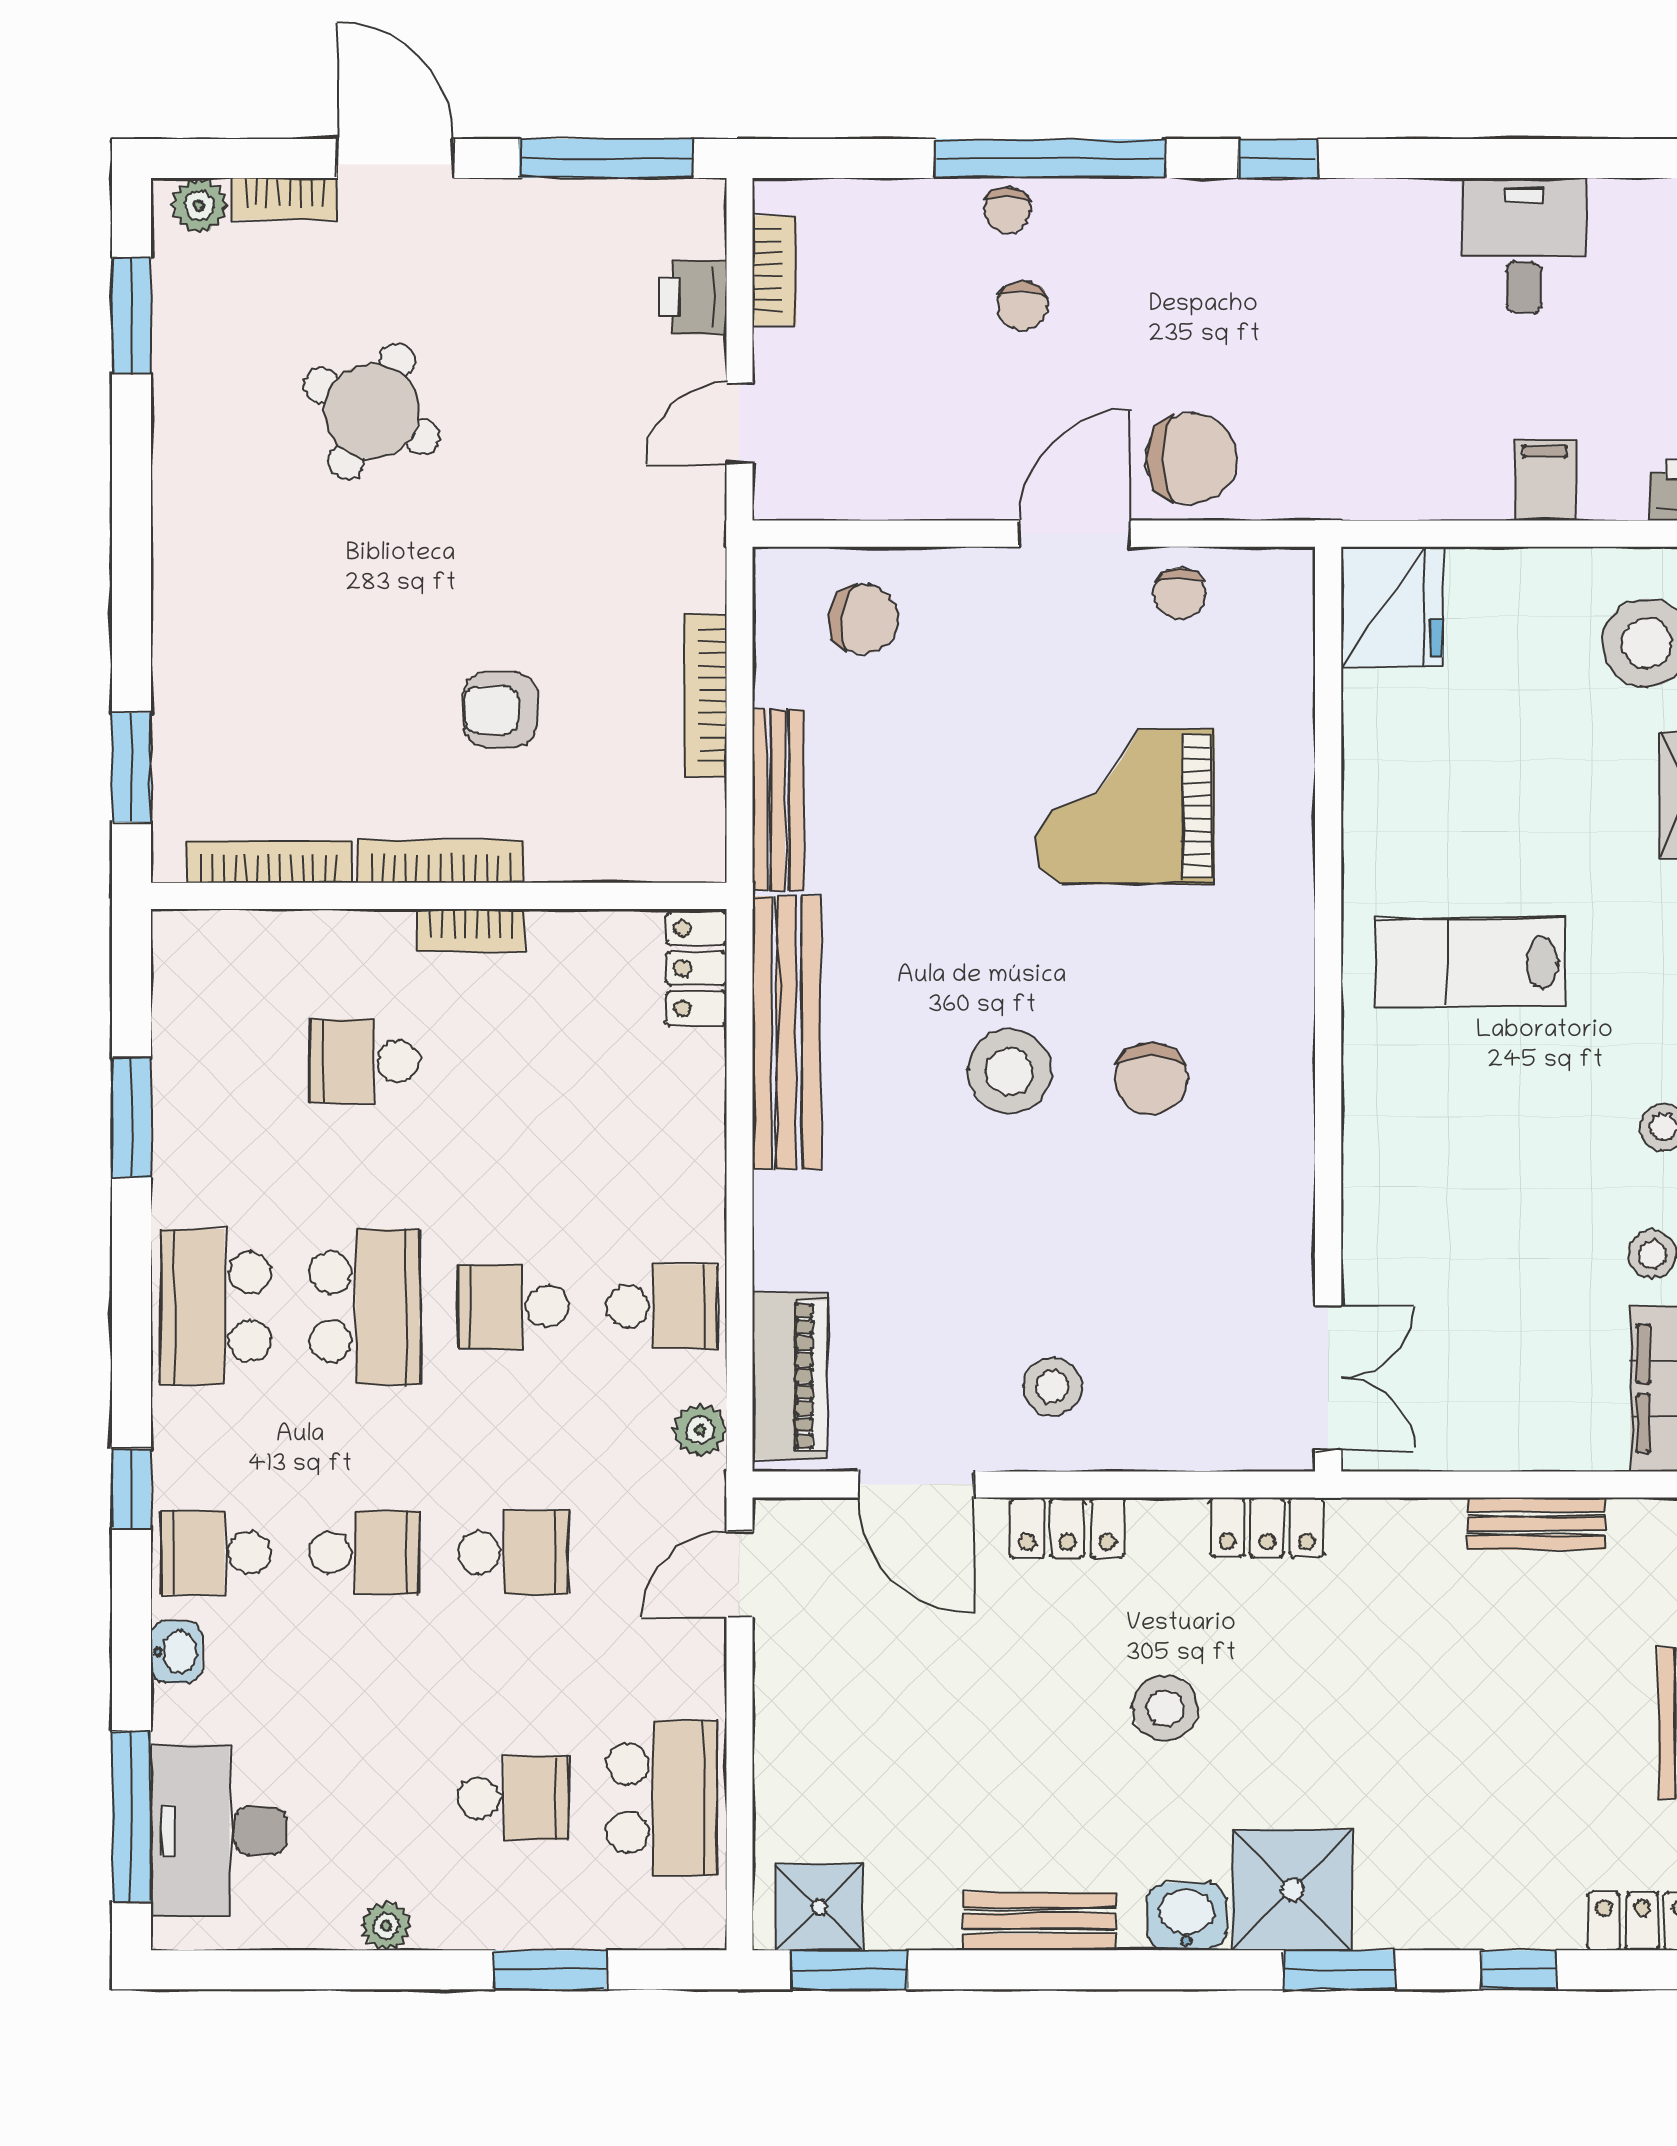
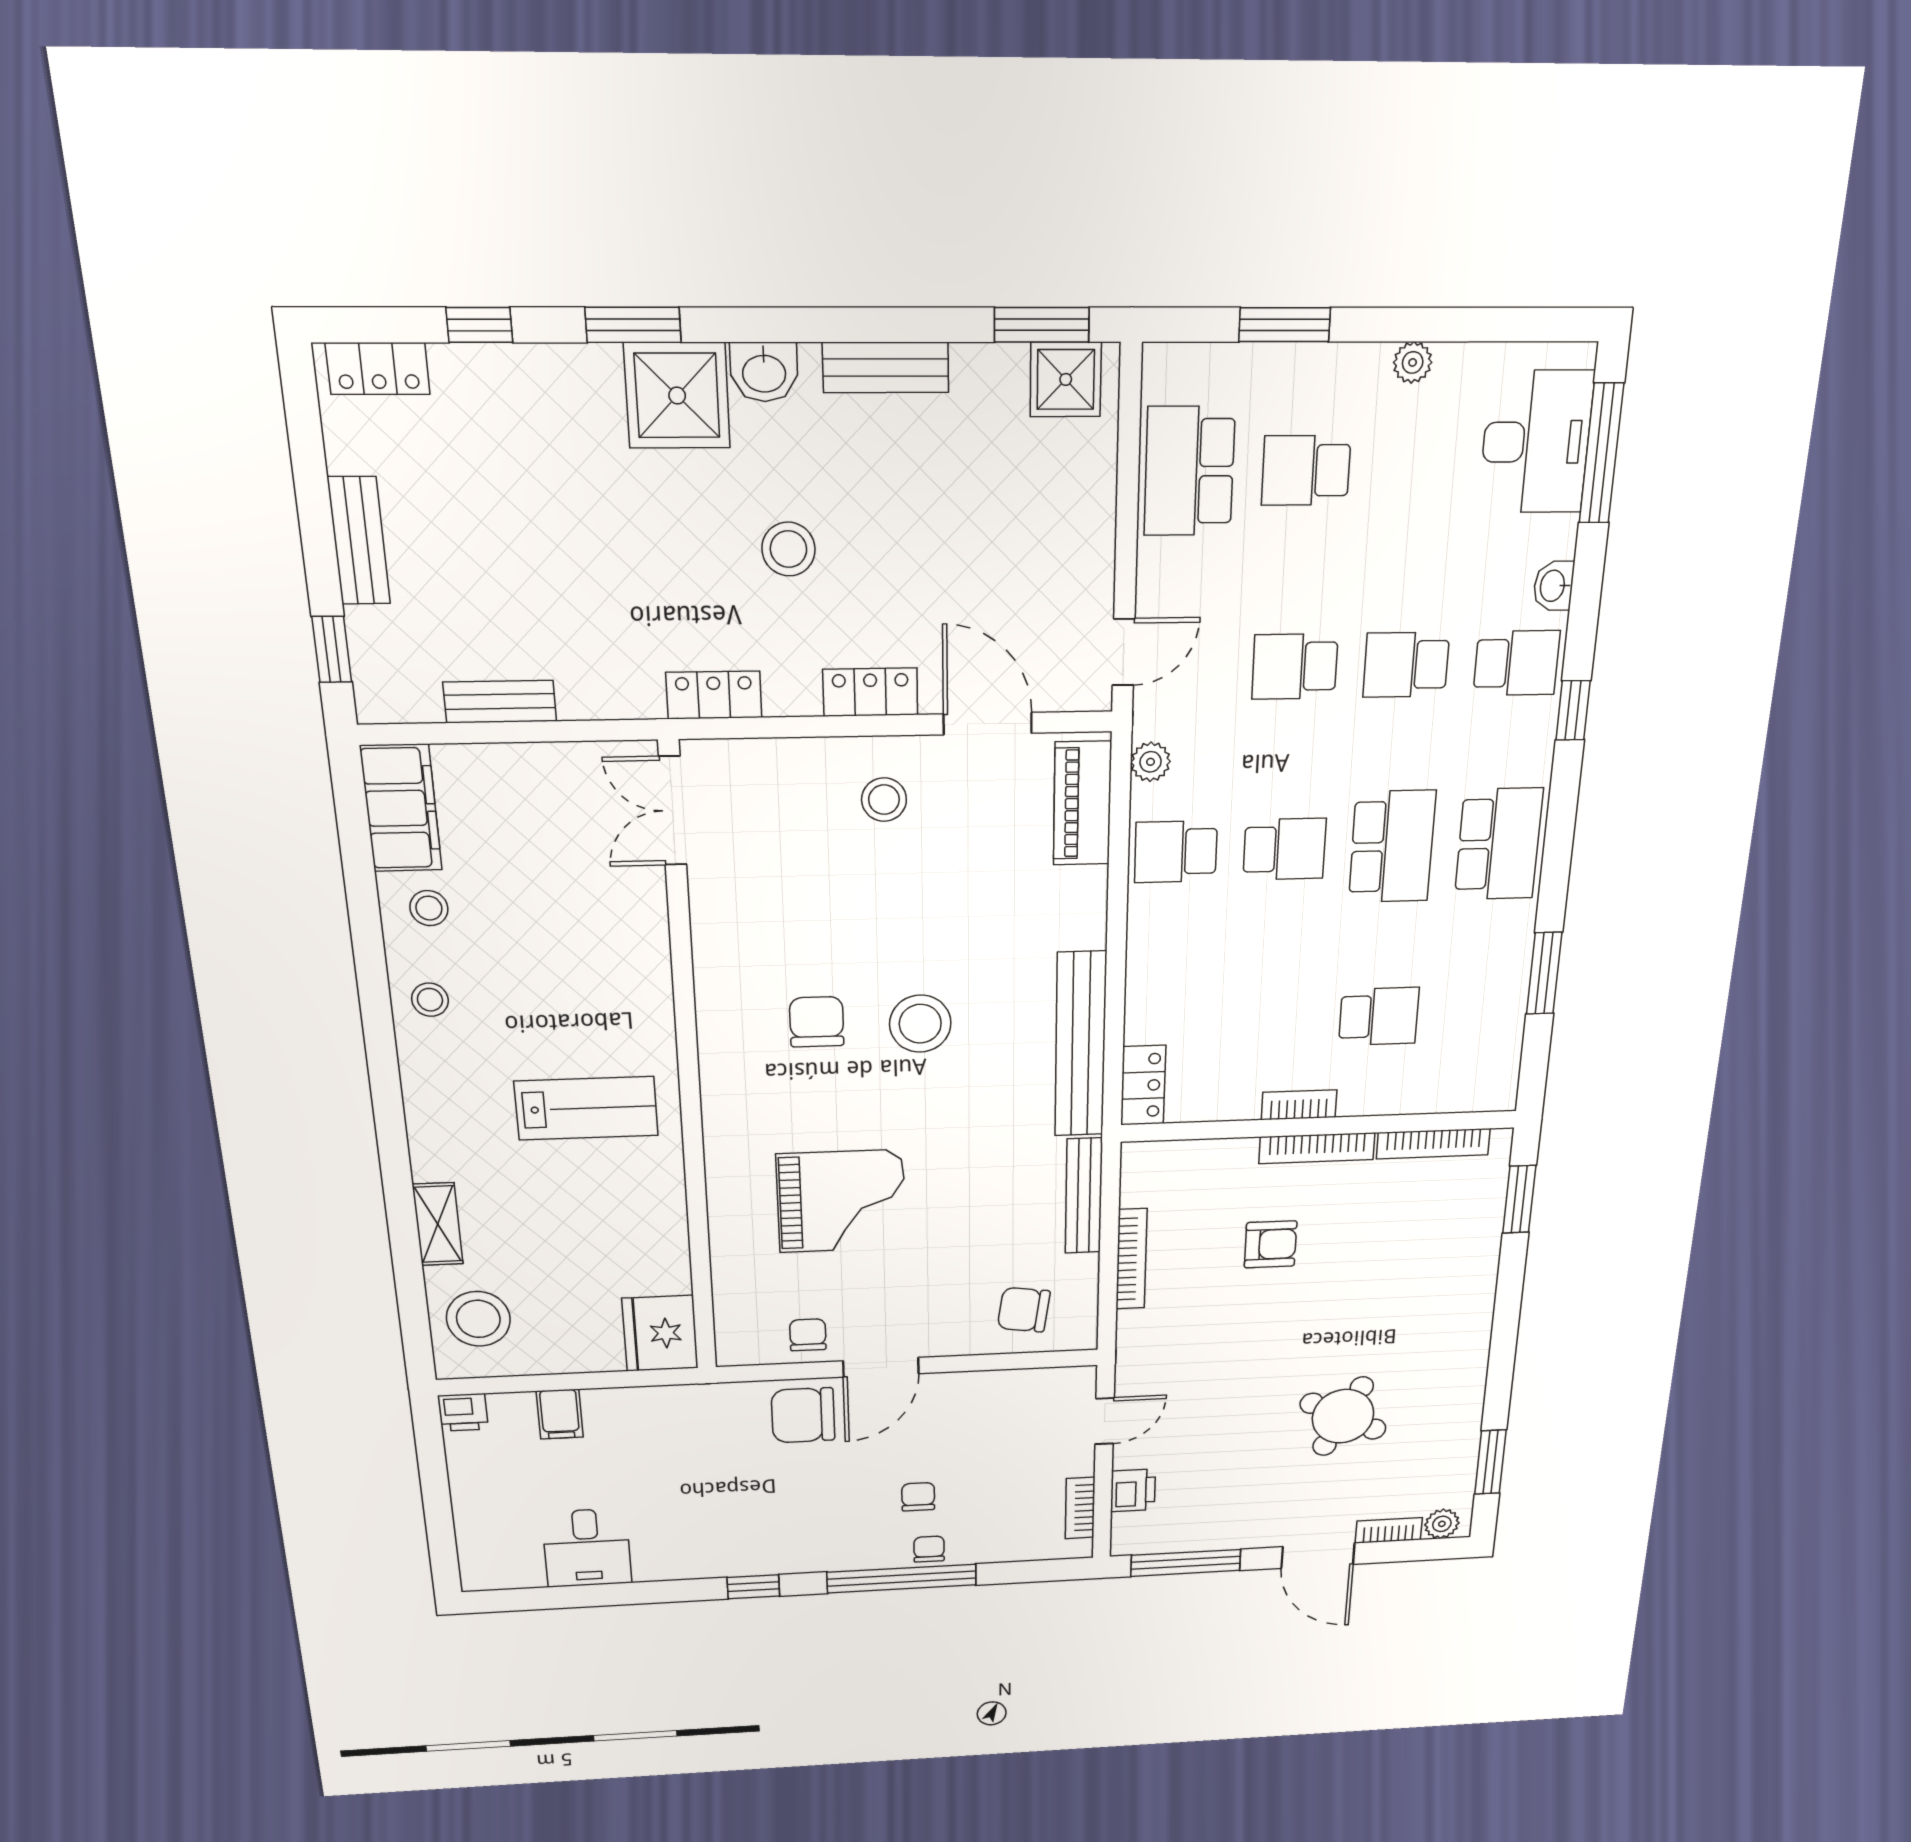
school desk: (364, 1307) -> (1392, 847), turned 180

